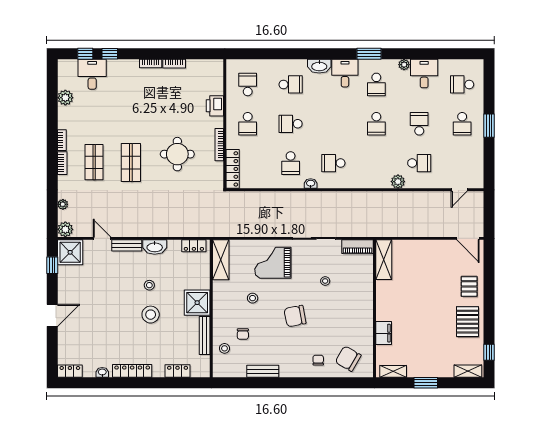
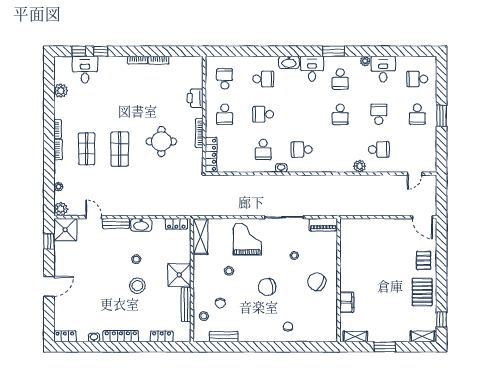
shelving: (384, 260) -> (347, 236), removed
grand piano: (273, 263) -> (247, 239), turned 90
chair: (348, 359) -> (317, 282), moved
bench: (263, 371) -> (224, 337), moved

